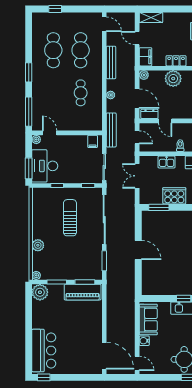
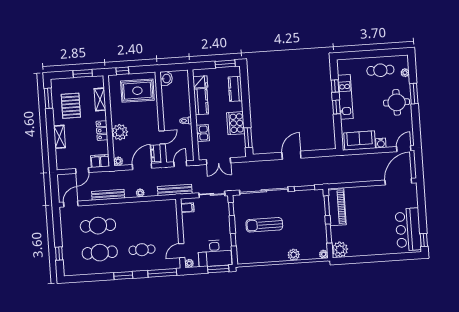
shelving: (151, 18) -> (59, 137), moved
cafe table: (81, 93) -> (142, 250), moved
bar counter: (44, 351) -> (408, 229), moved, turned -90

